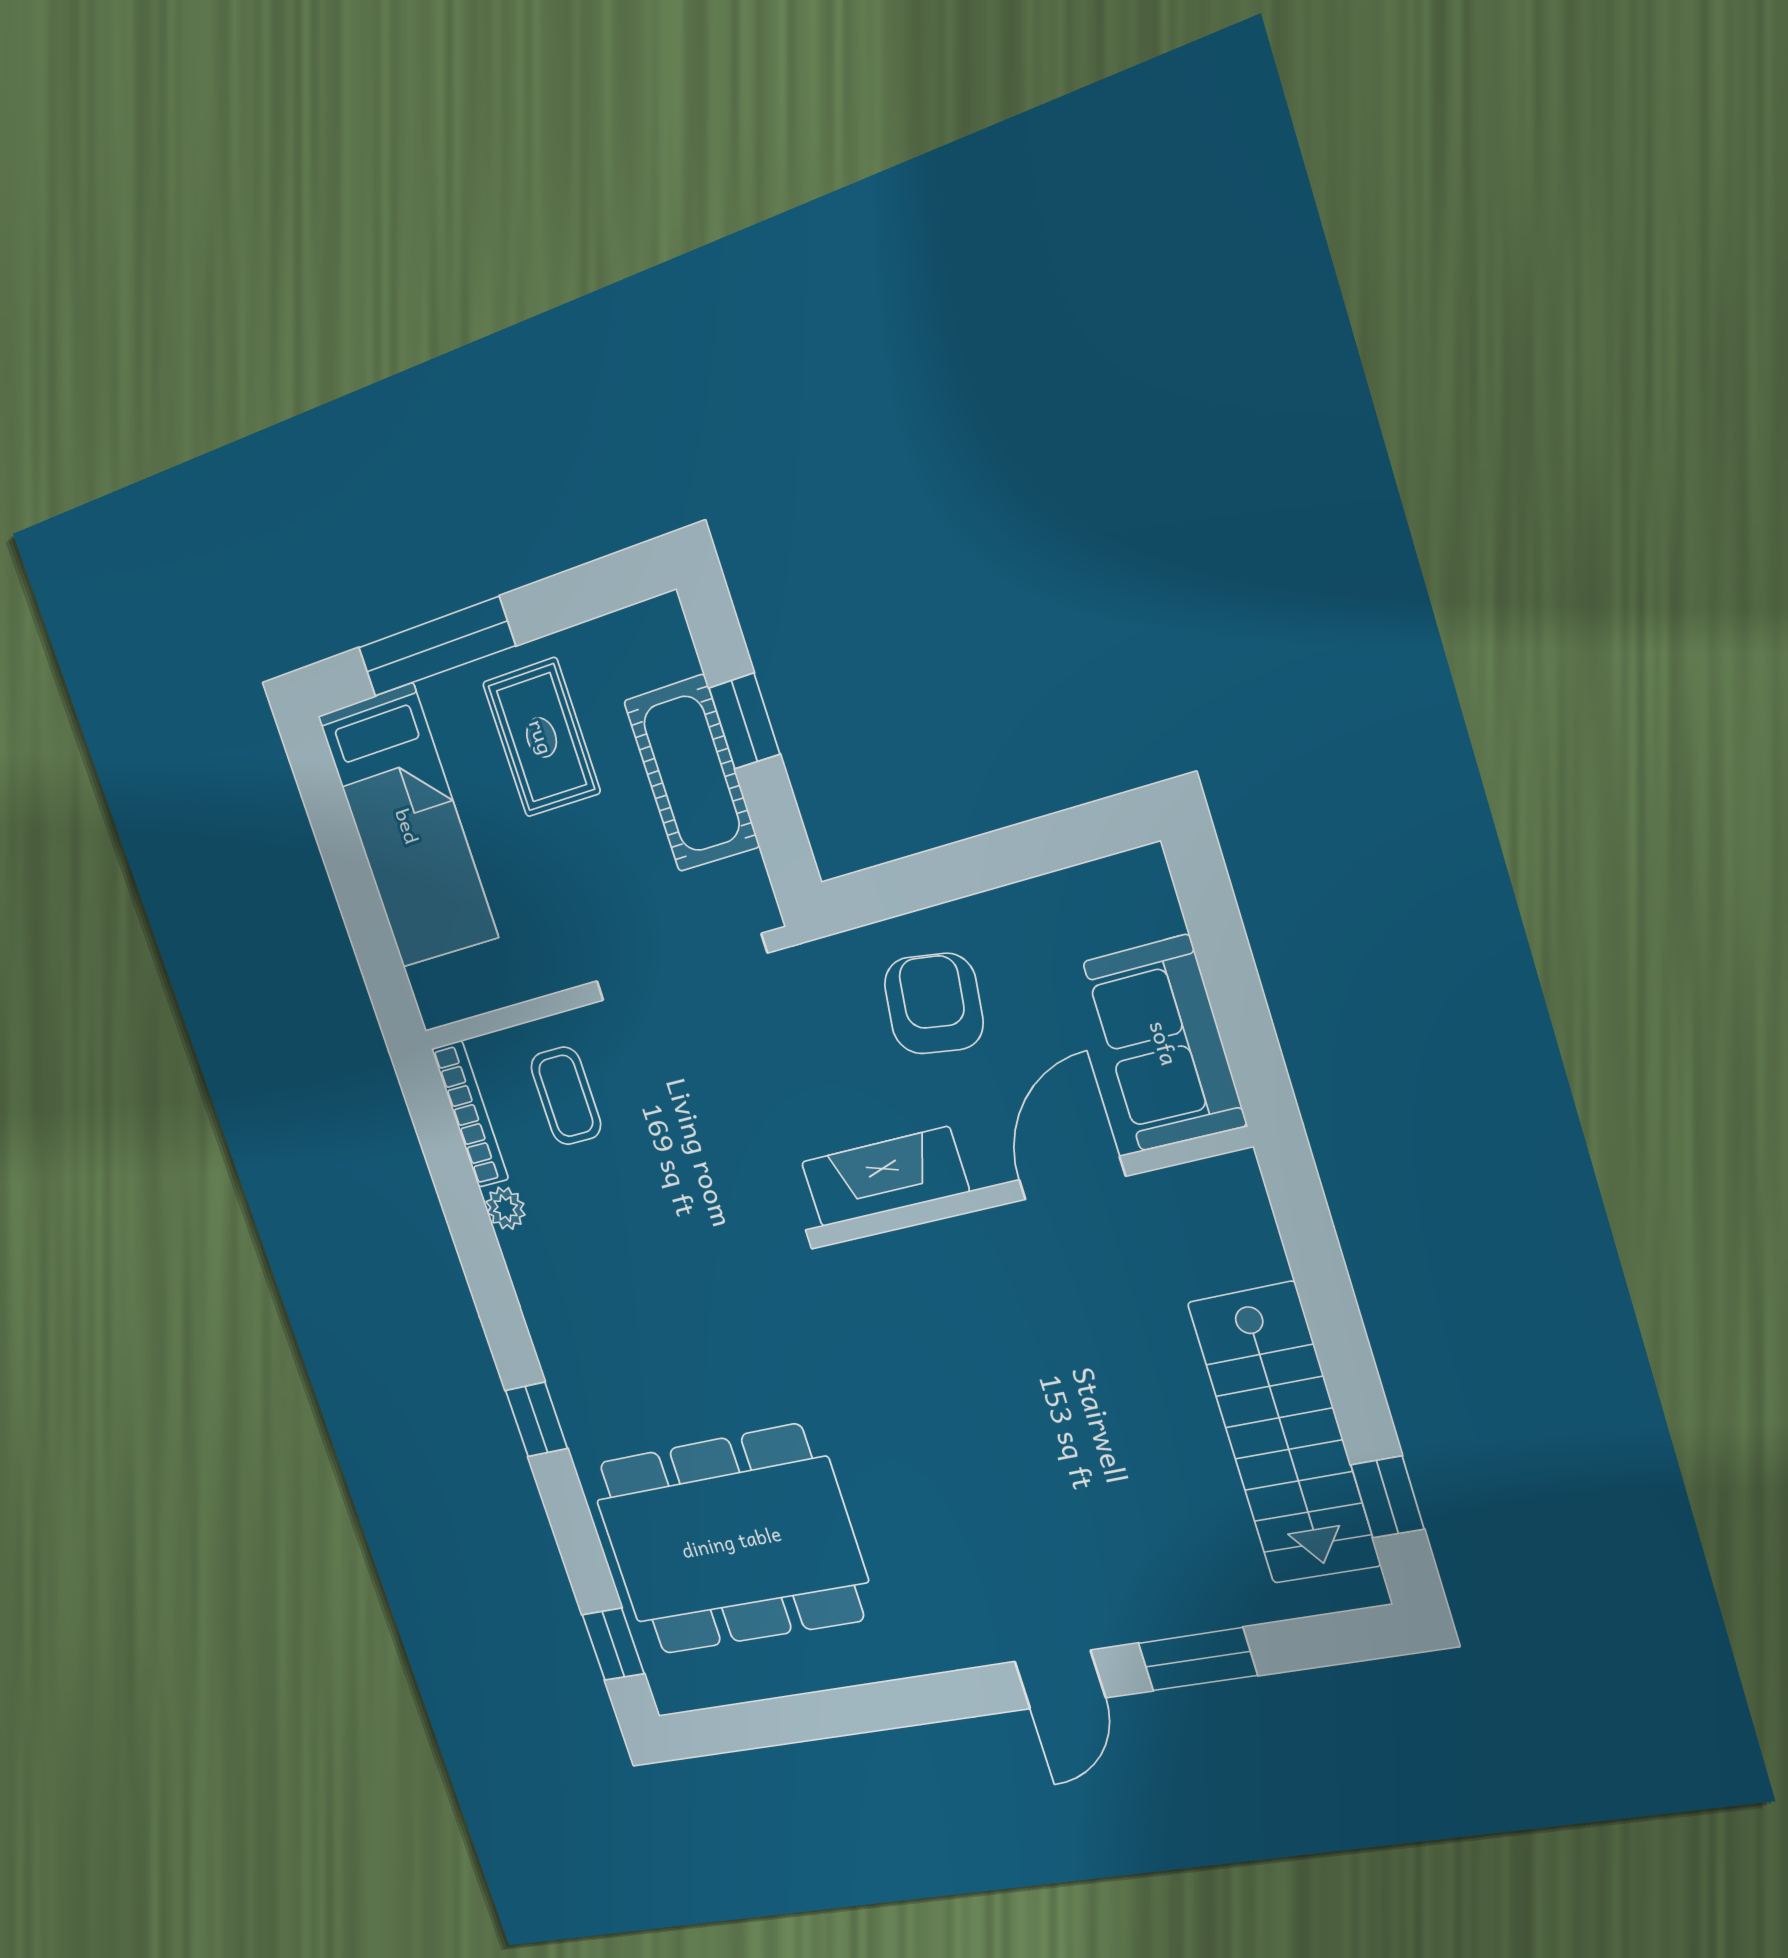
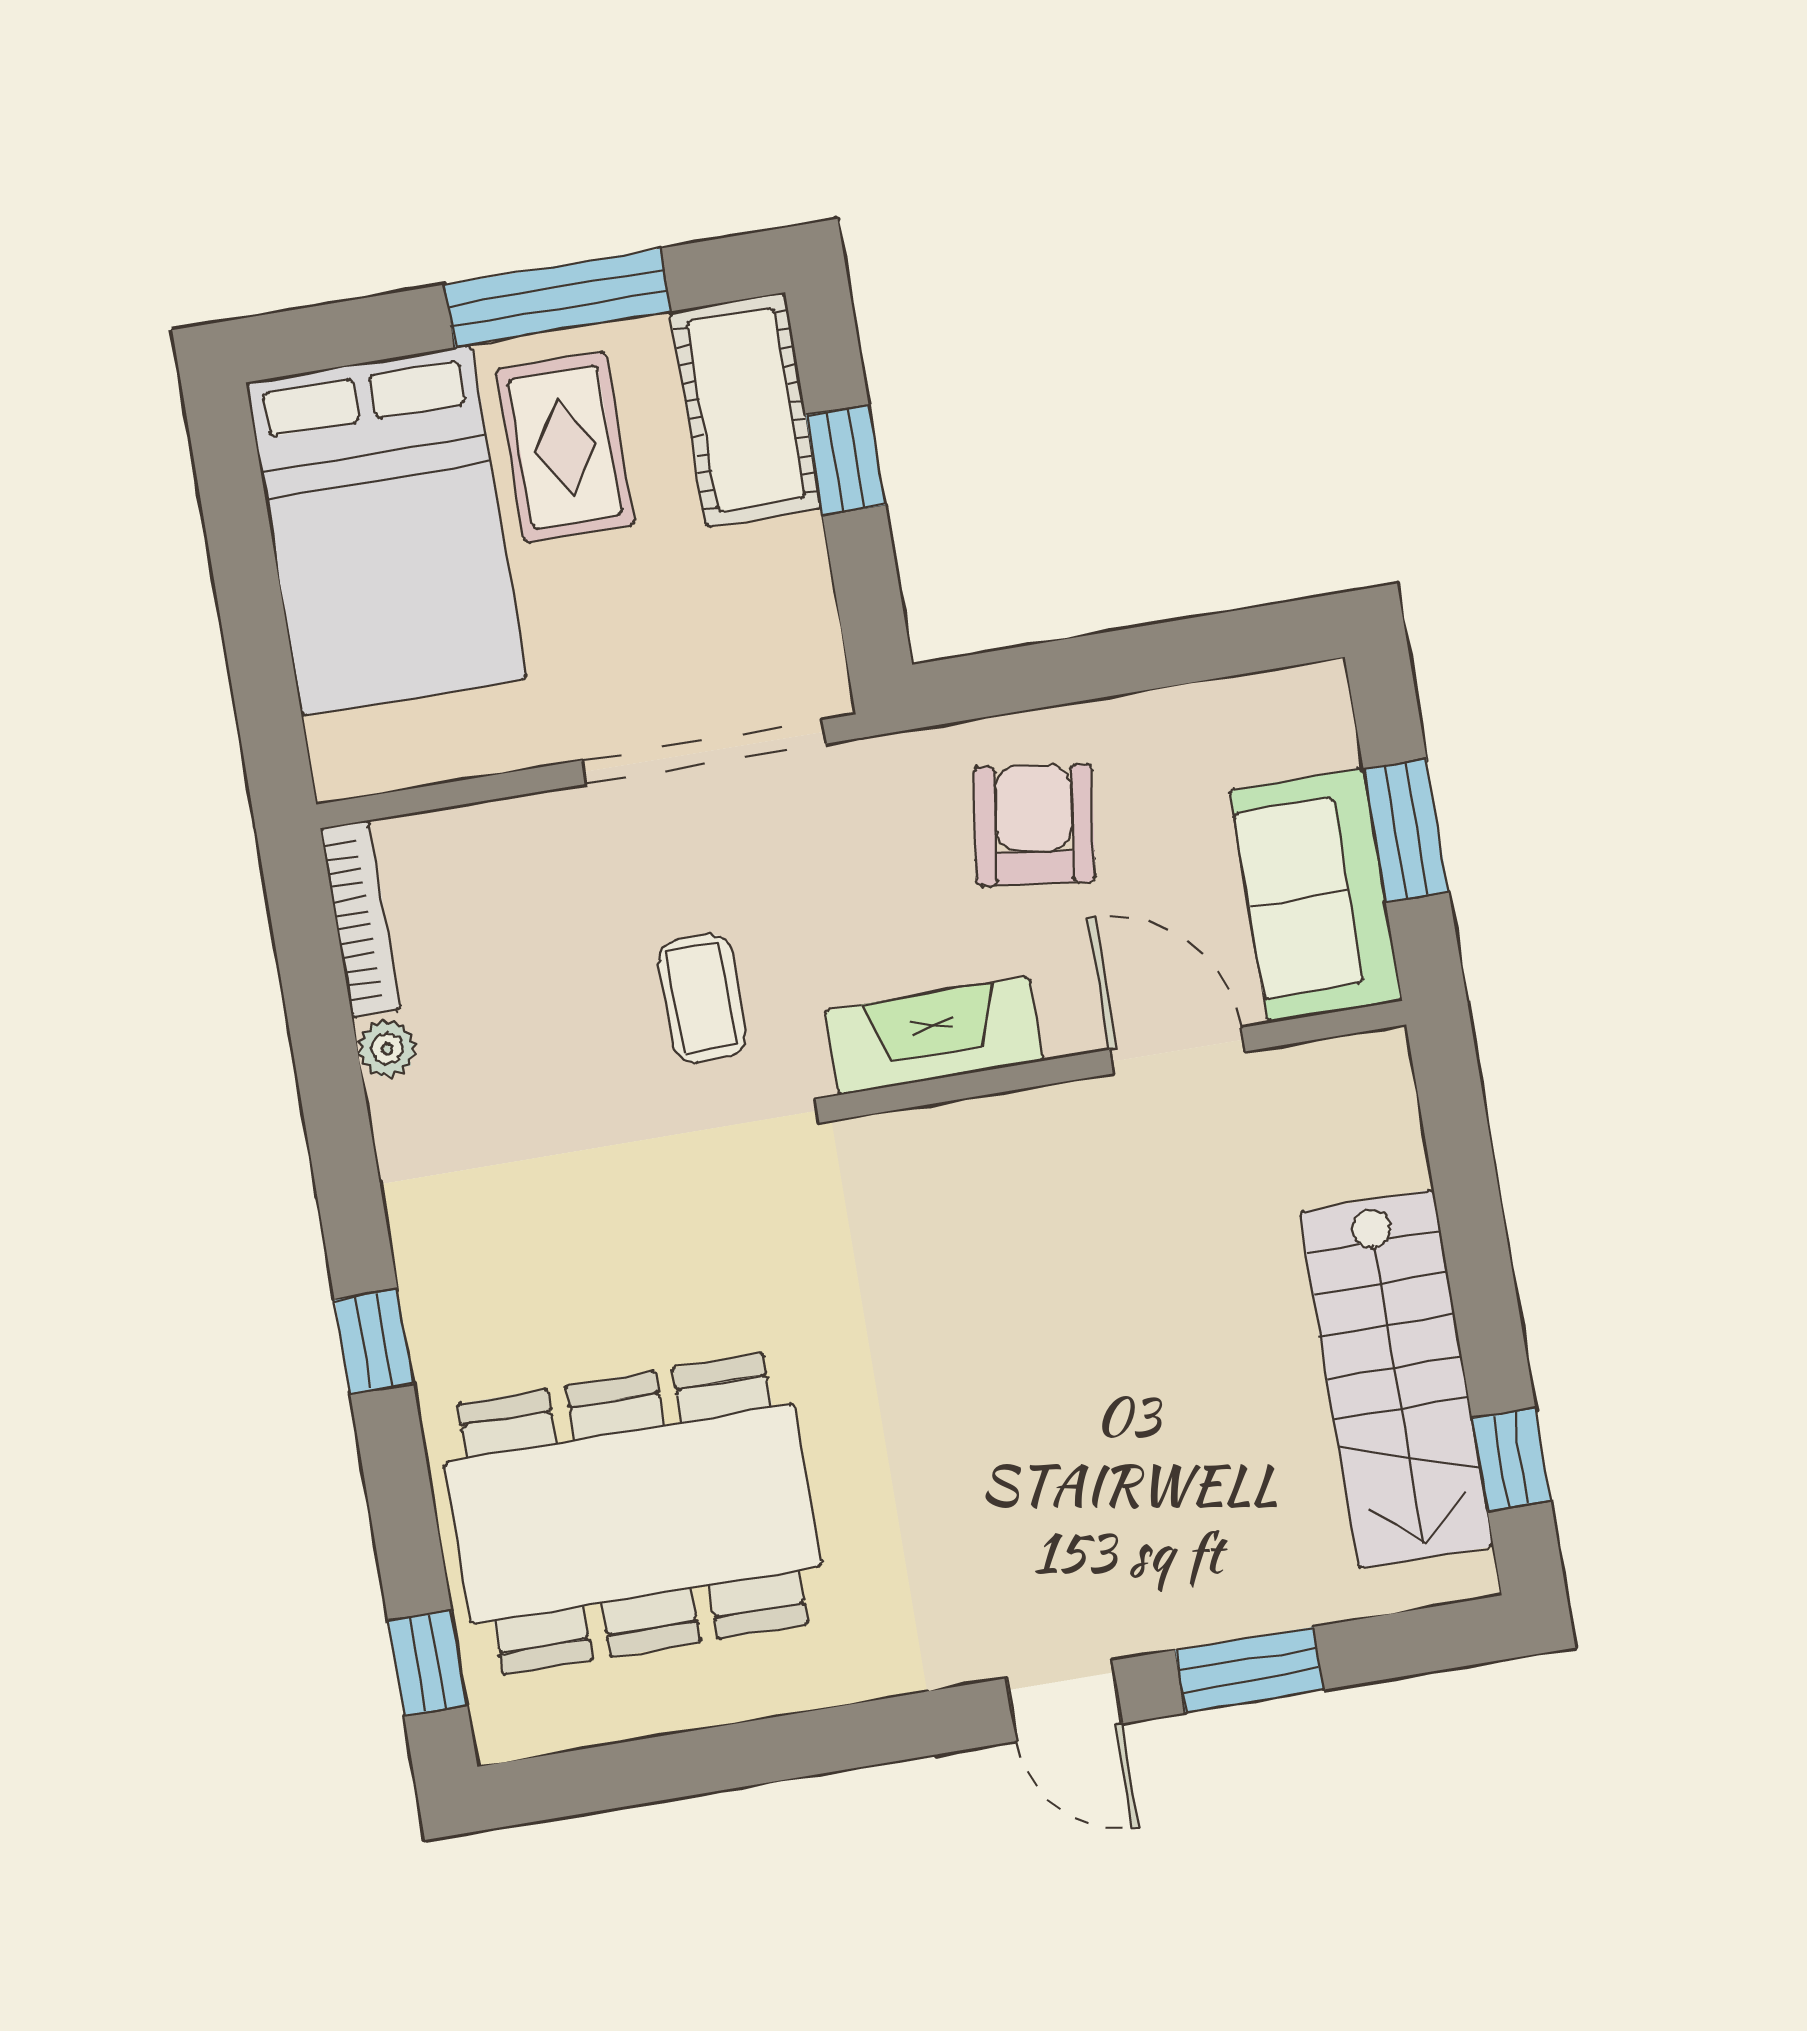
window: (436, 647) -> (558, 298), moved
cot: (692, 774) -> (746, 410), moved
bed: (408, 826) -> (386, 531), width x1.50
window: (1232, 983) -> (1406, 830), added
coffee table: (566, 1096) -> (702, 998), moved
door: (1072, 1178) -> (1177, 1051), hinge flipped
door: (1060, 1680) -> (1064, 1701), hinge flipped

